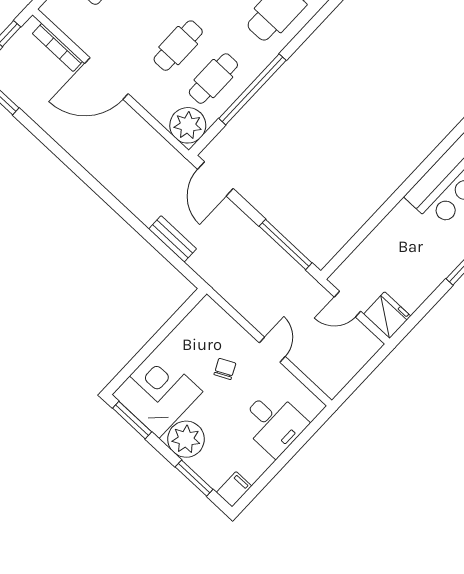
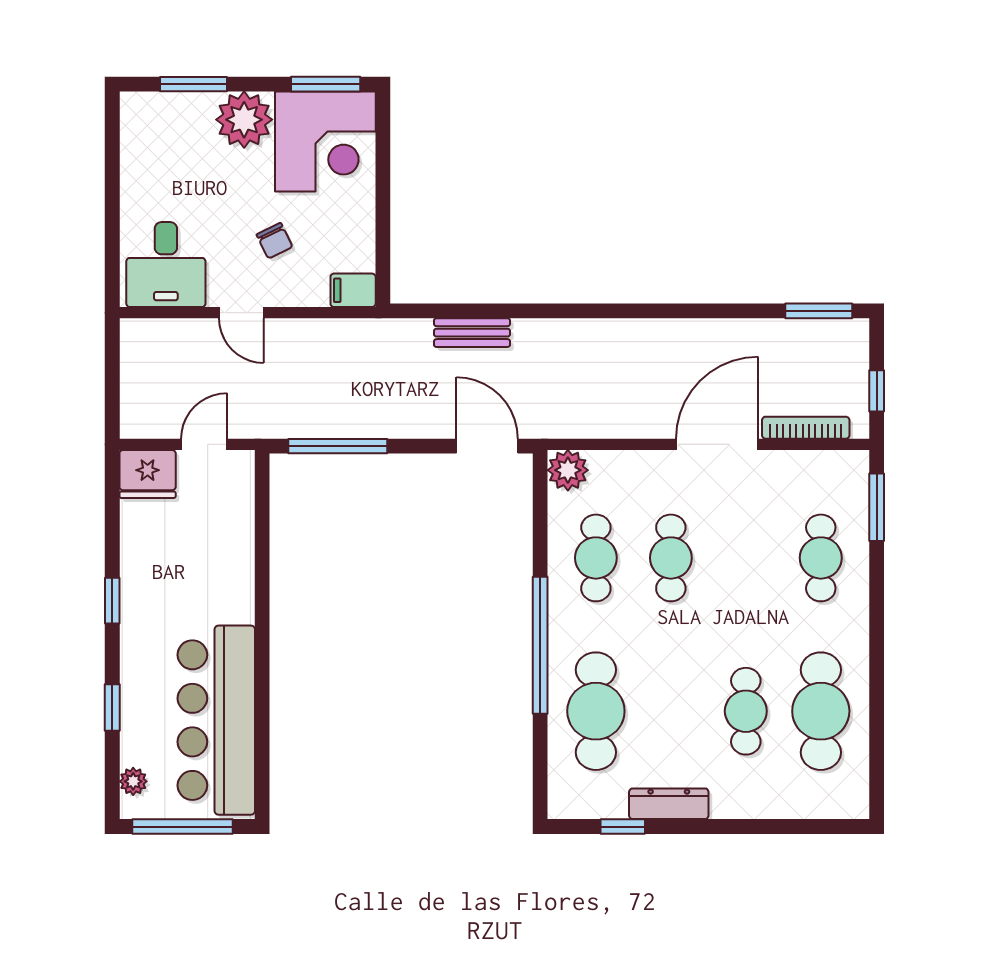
window: (252, 89) -> (540, 645), moved
plant: (188, 125) -> (568, 470), width x0.73, depth x0.73
desk: (273, 423) -> (166, 265), moved, turned -90
filing cabinet: (234, 489) -> (353, 290), moved, turned 90

